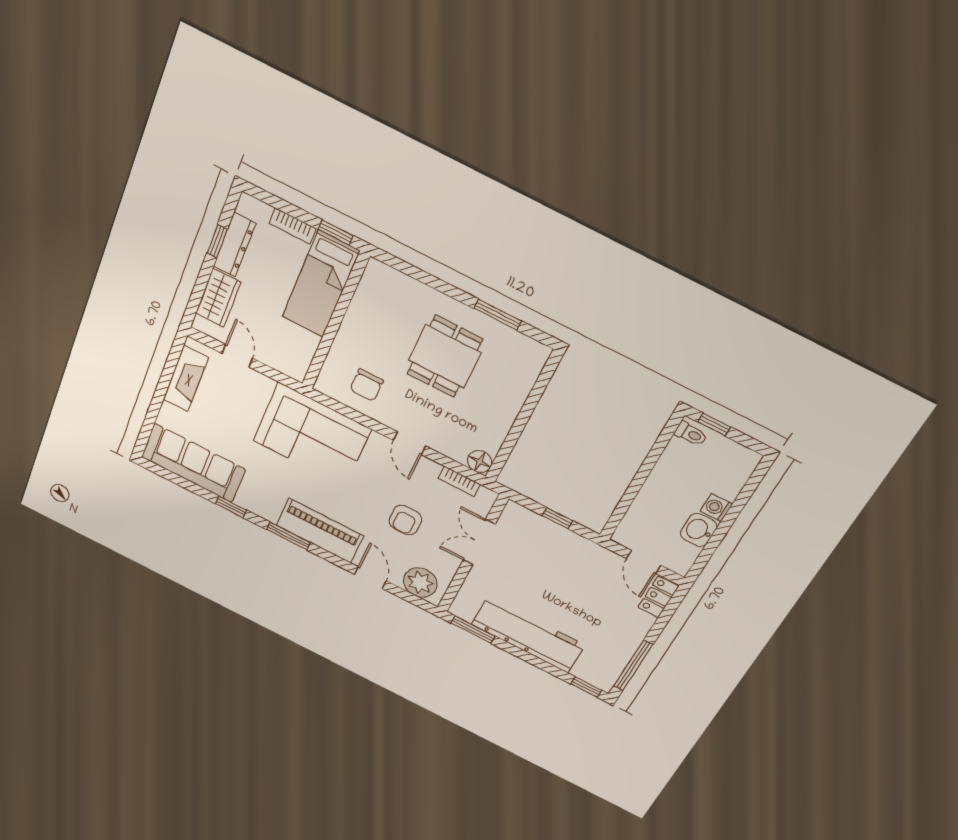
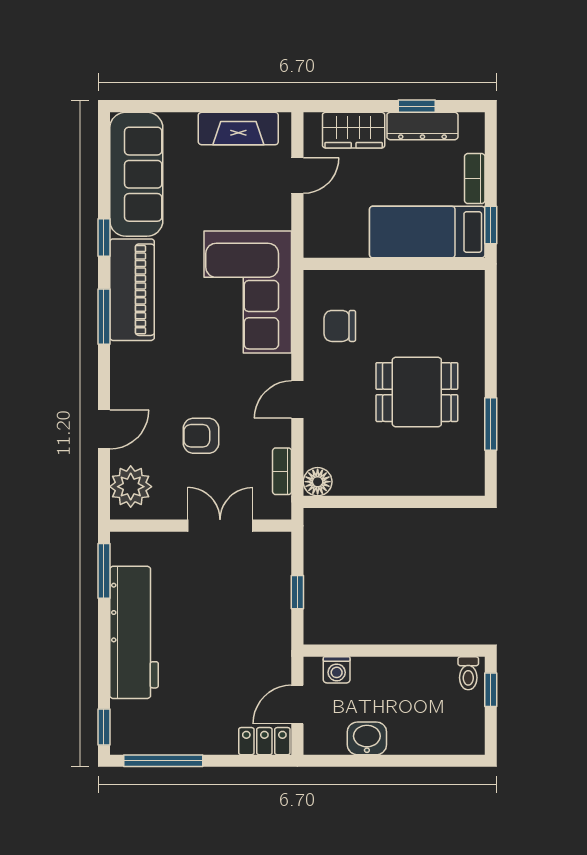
washing machine: (716, 508) -> (337, 670), moved, turned 180
piano: (320, 531) -> (132, 290), moved

